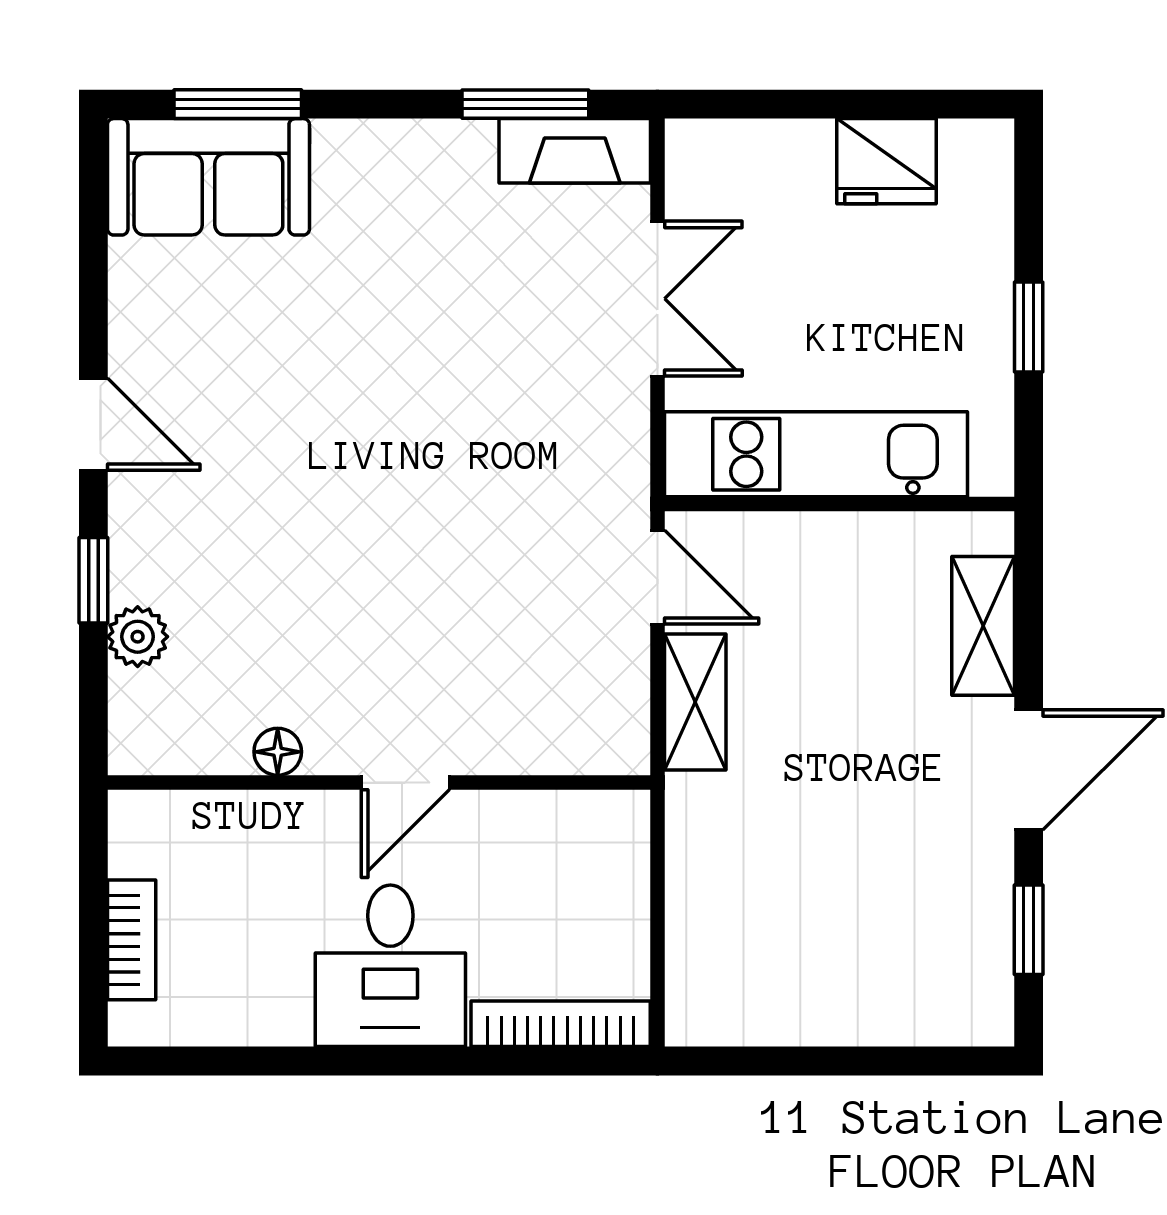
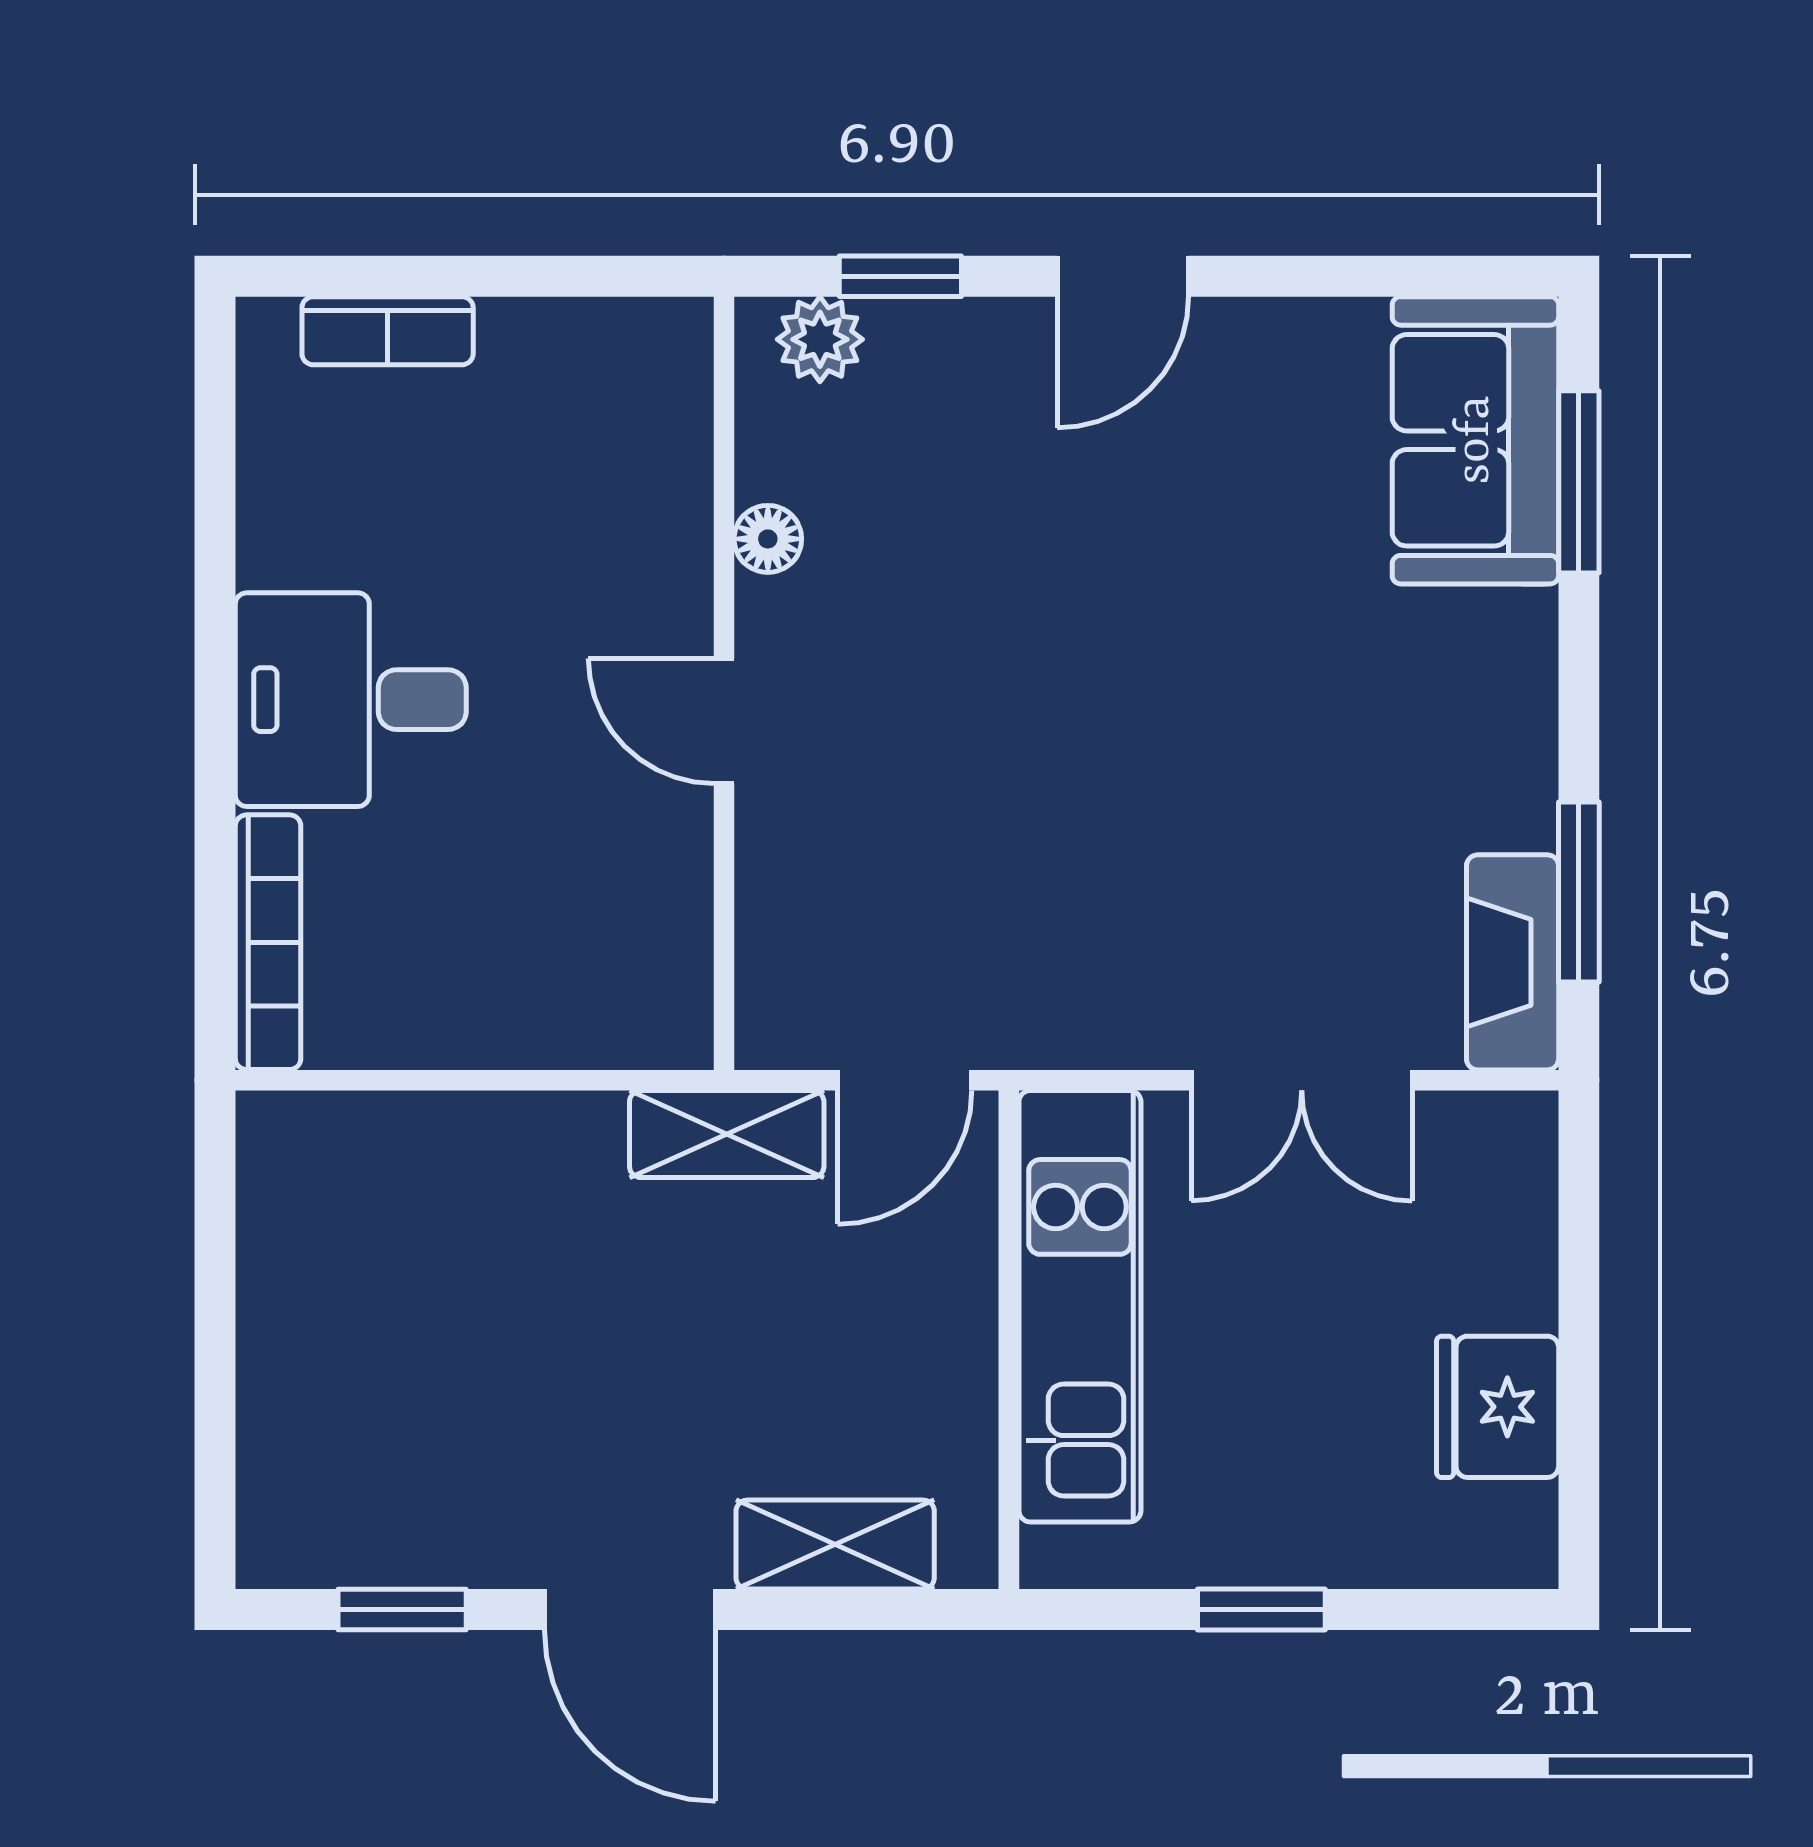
floor lamp: (278, 752) -> (768, 539), moved
wall: (379, 783) -> (724, 683), moved
door: (405, 783) -> (724, 721), moved

